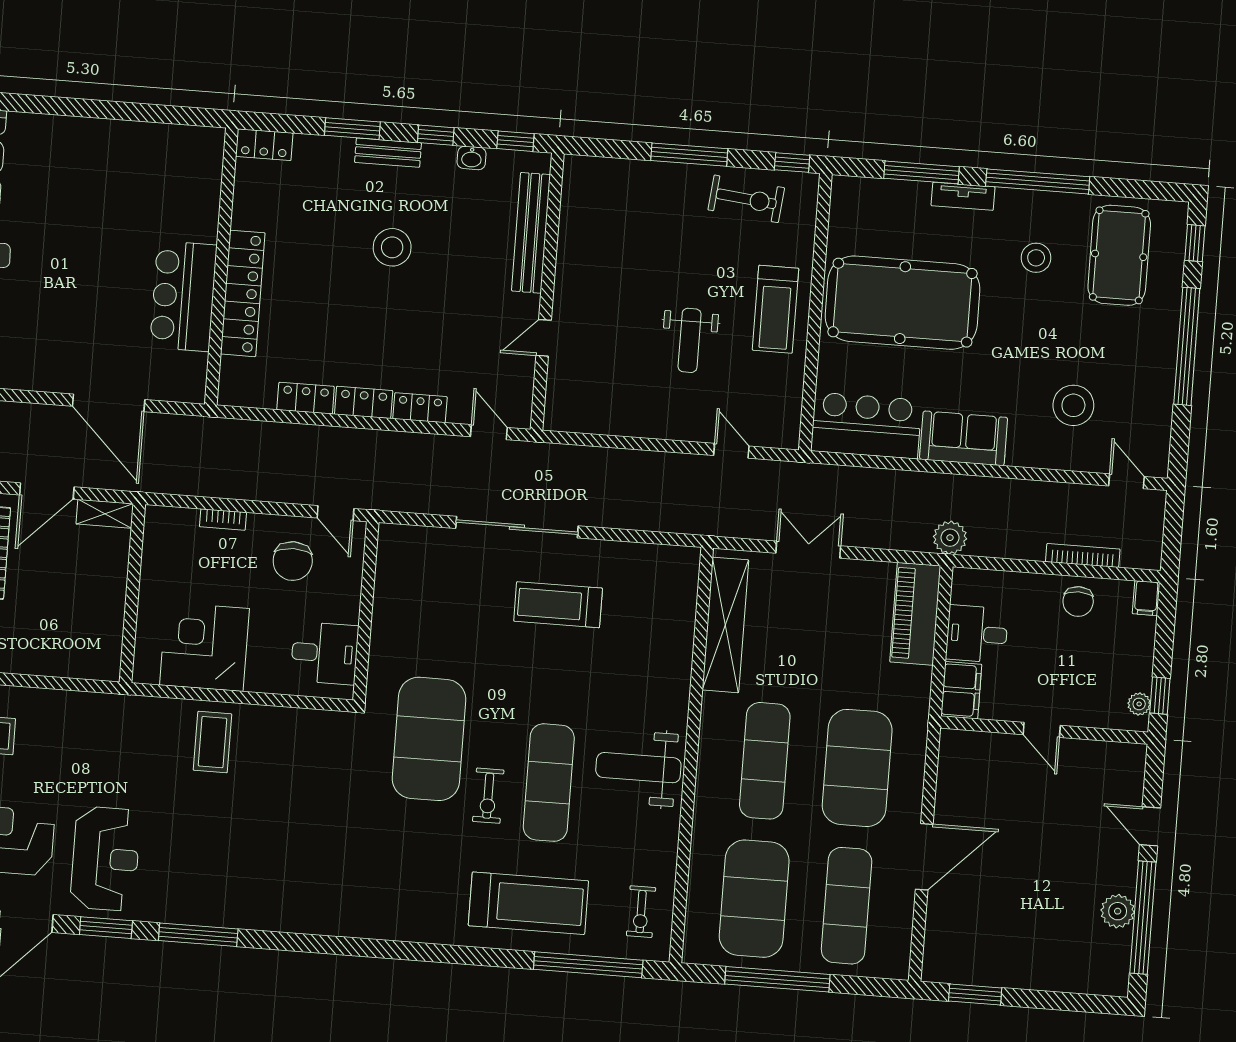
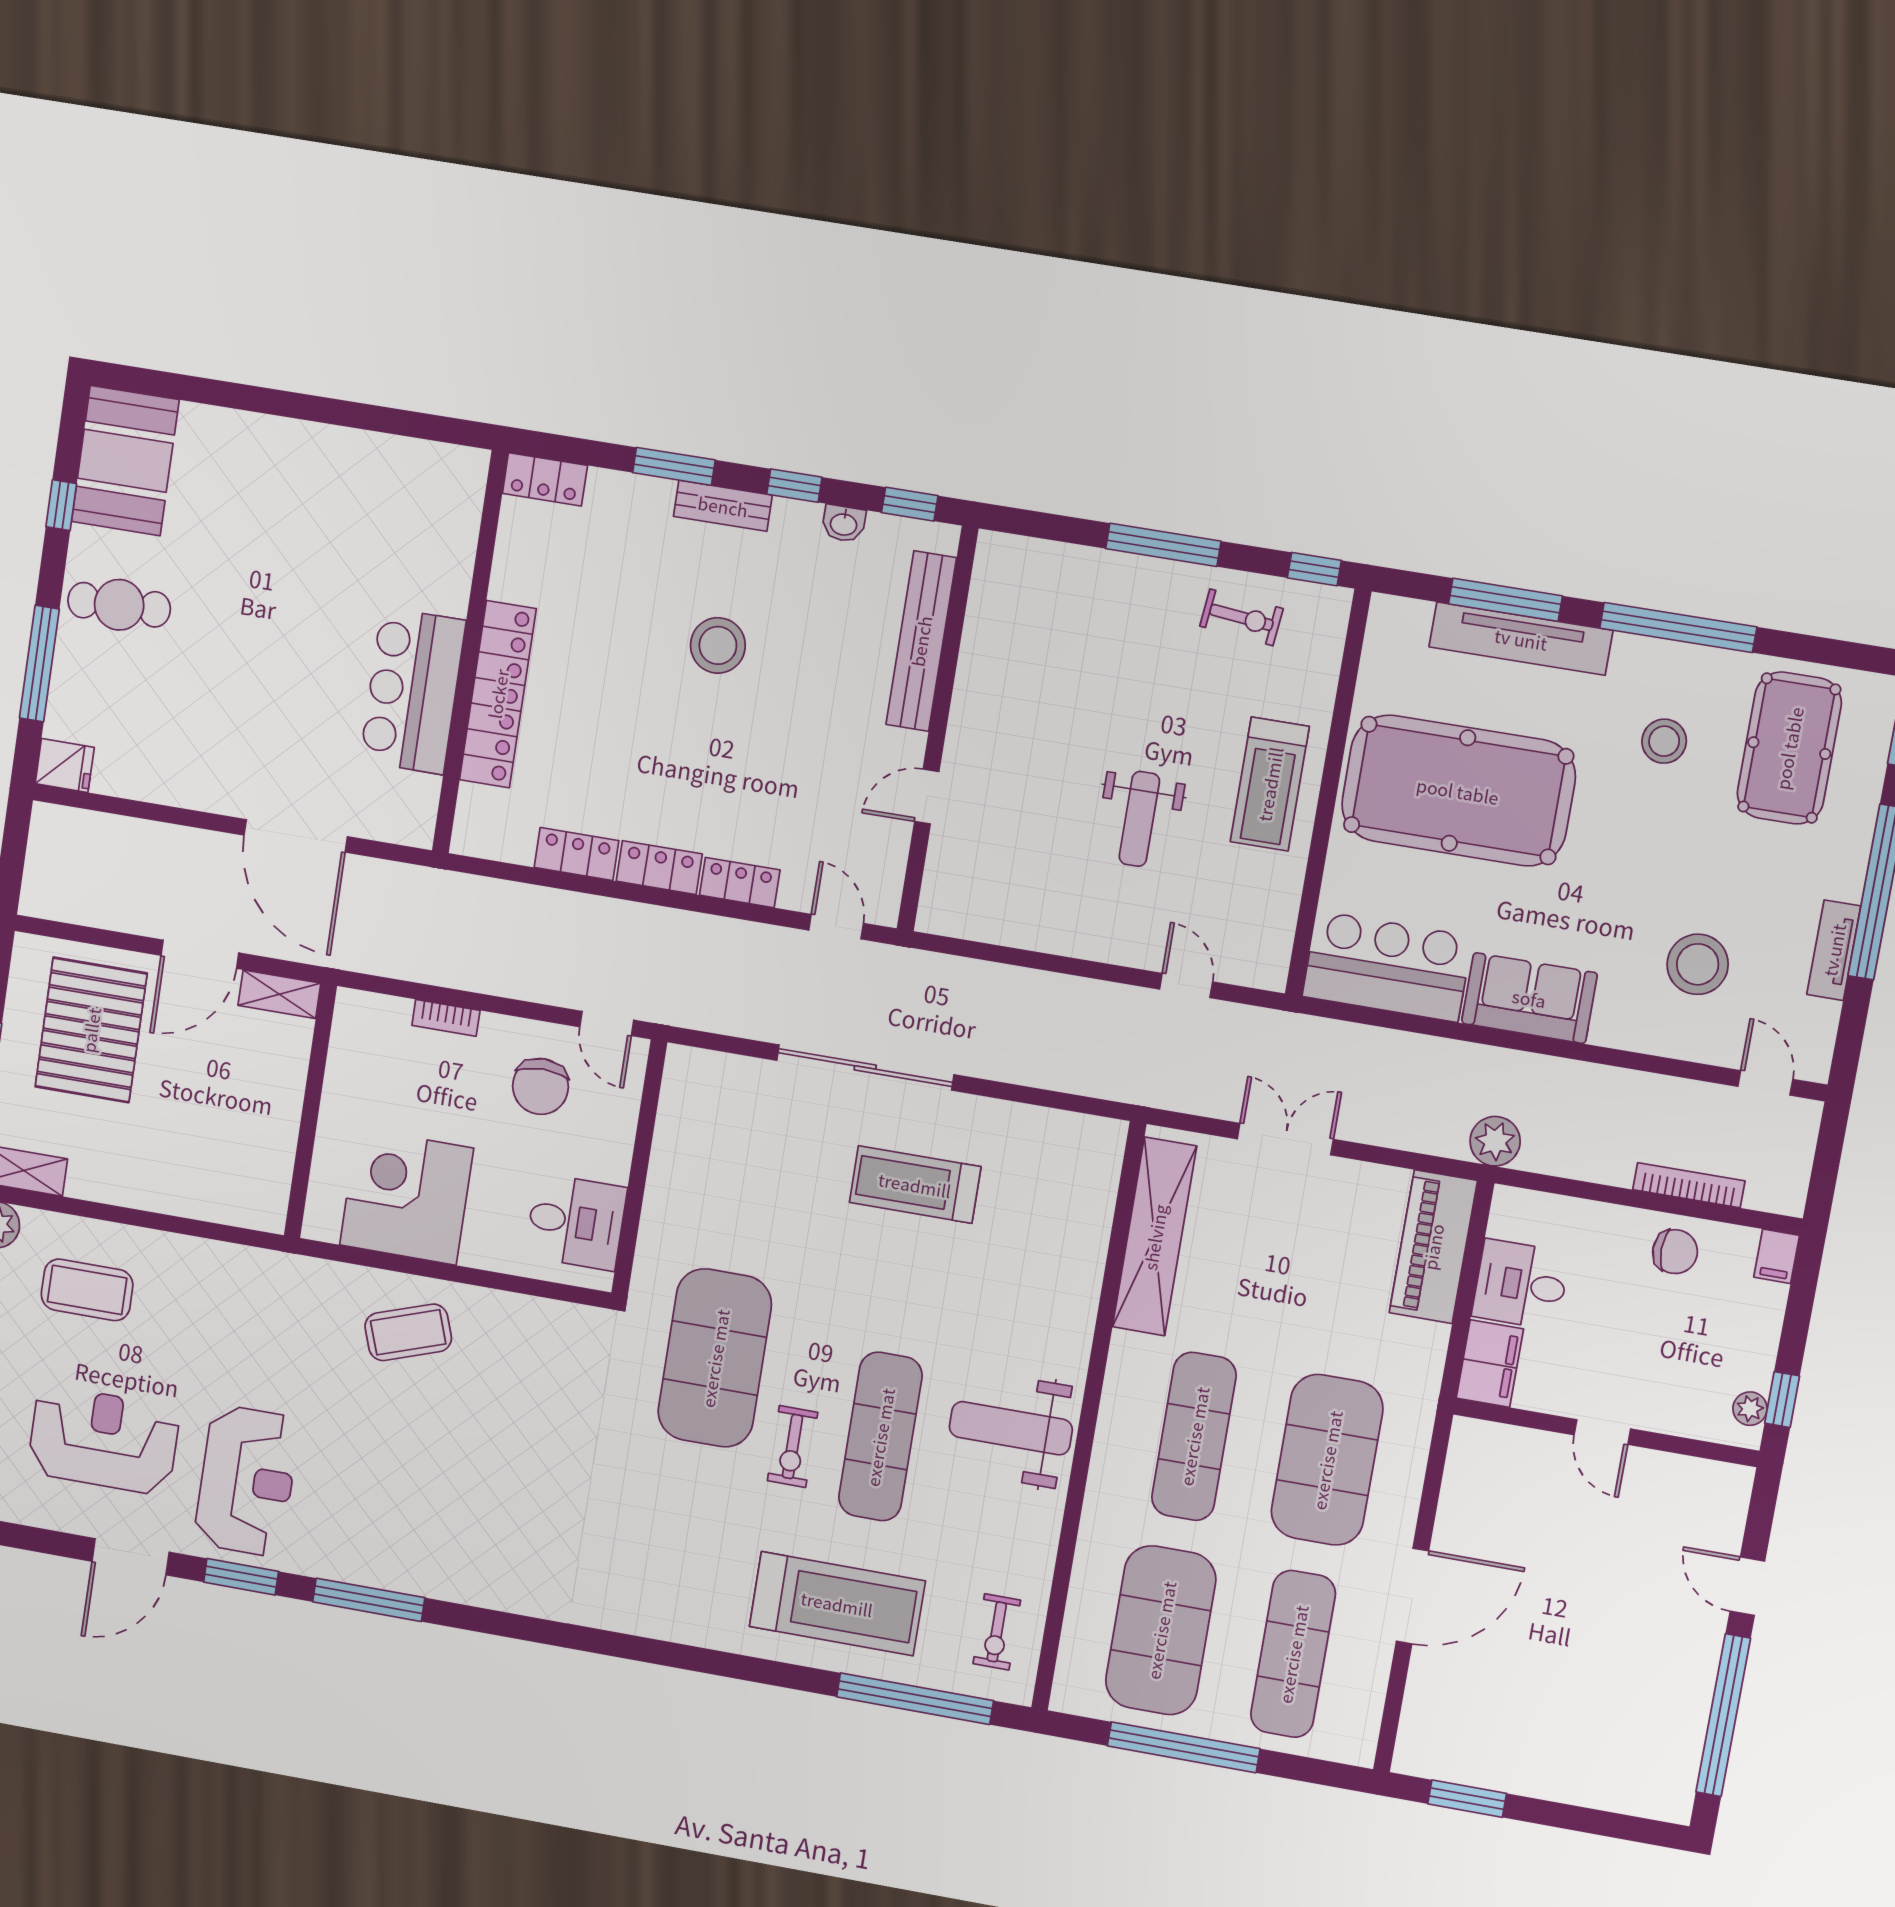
tv unit: (963, 196) -> (1521, 639), width x1.92, depth x1.29
exercise bike: (746, 199) -> (1241, 617), width x0.73, depth x0.72
tv unit: (1163, 388) -> (1834, 950), added
chair: (1078, 601) -> (1675, 1252), turned -90
coffee table: (213, 742) -> (408, 1332), turned 71
plant: (1118, 911) -> (1687, 1702), removed

